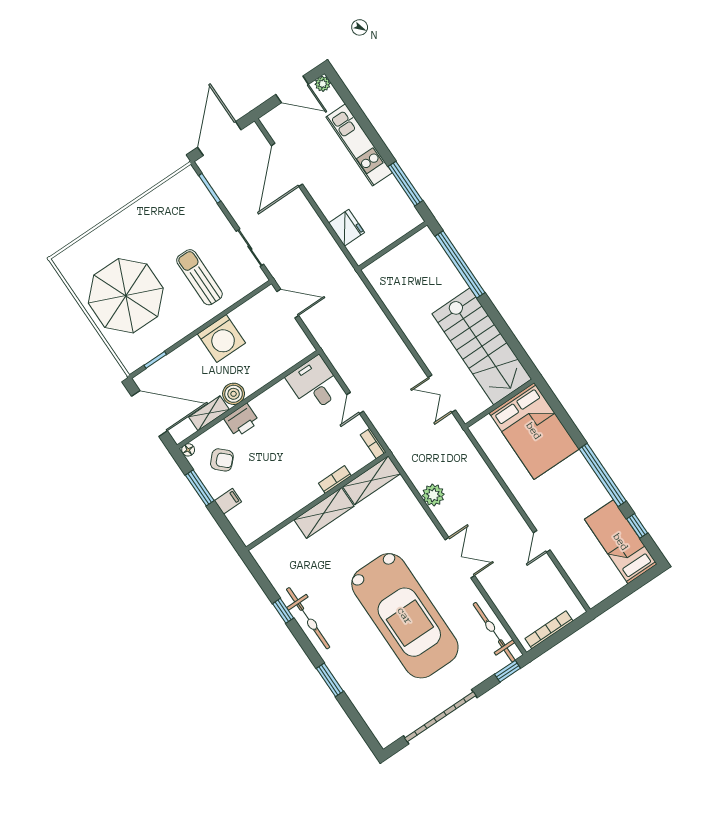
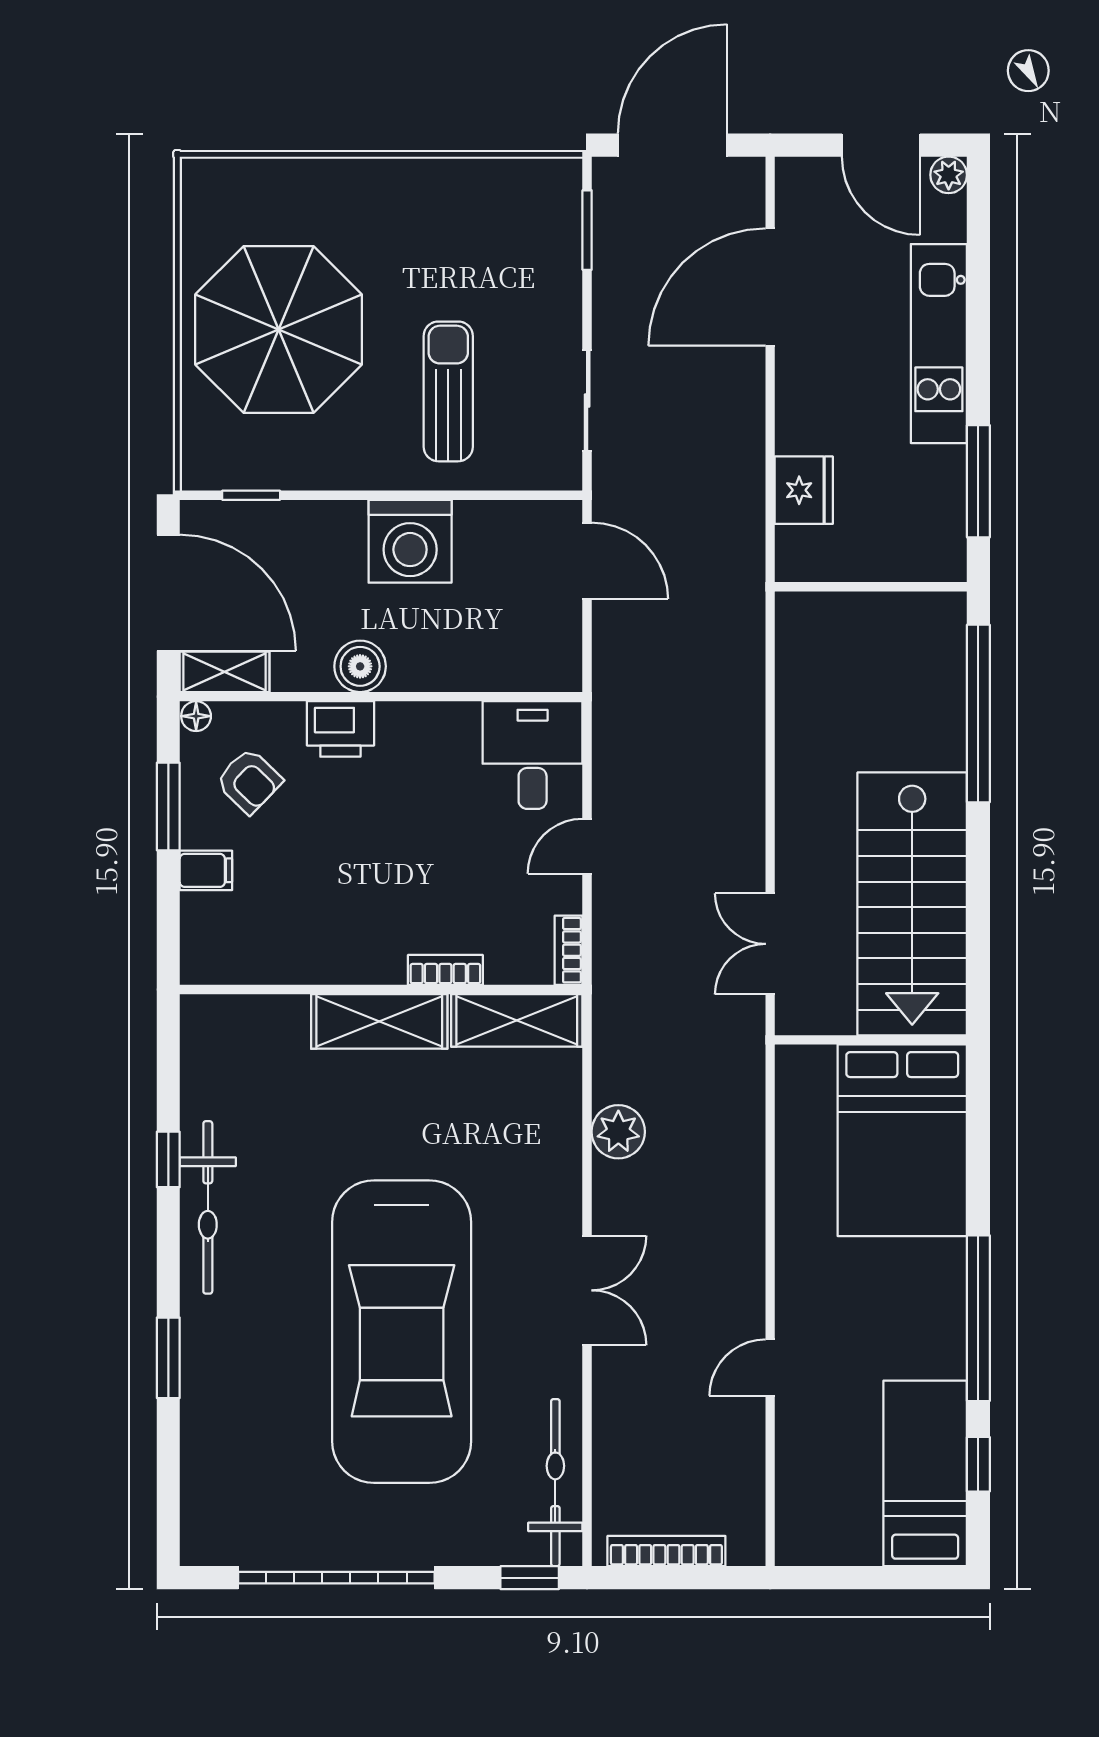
shelving: (209, 413) -> (225, 672), moved

